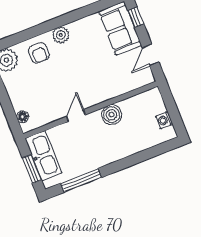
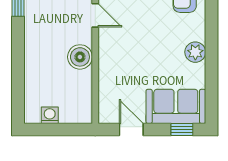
plant: (61, 35) -> (195, 52), moved

